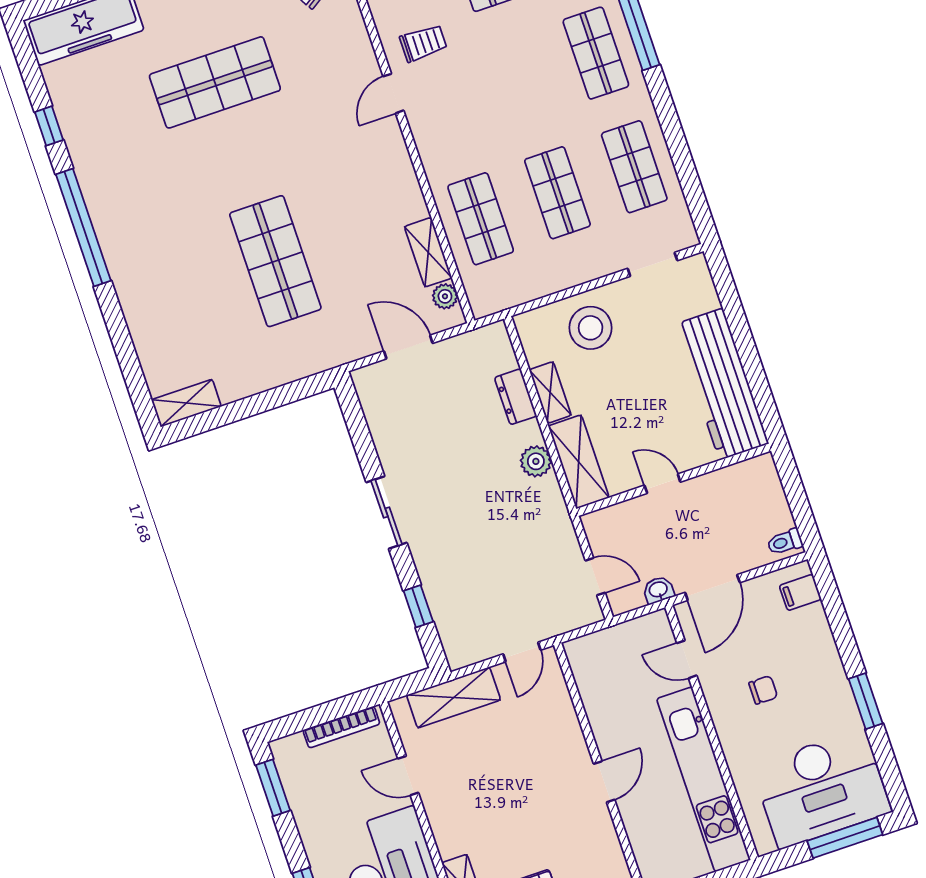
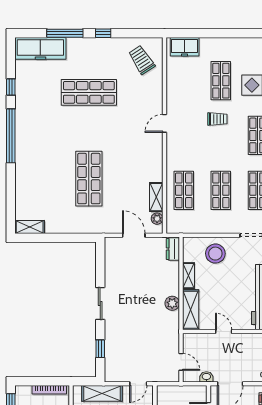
trolley: (423, 43) -> (217, 119), moved
dresser: (516, 397) -> (173, 249), moved

